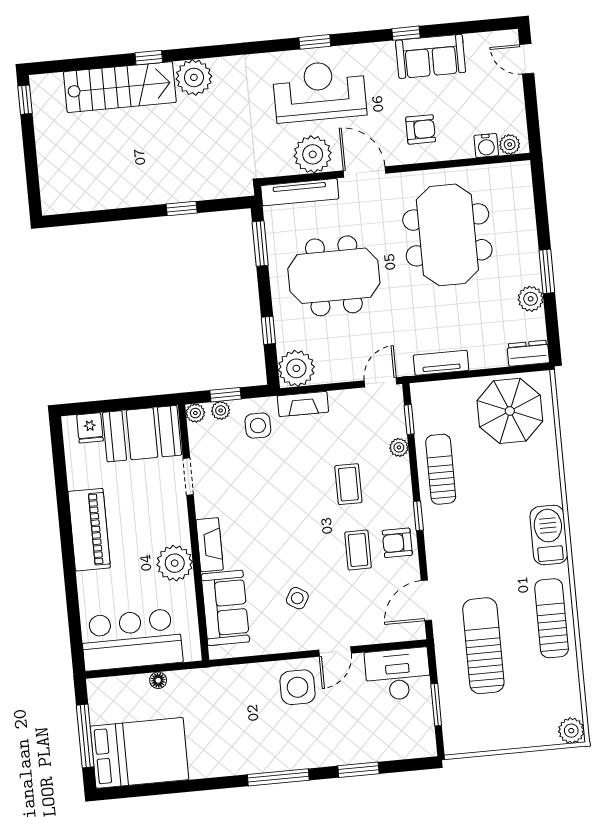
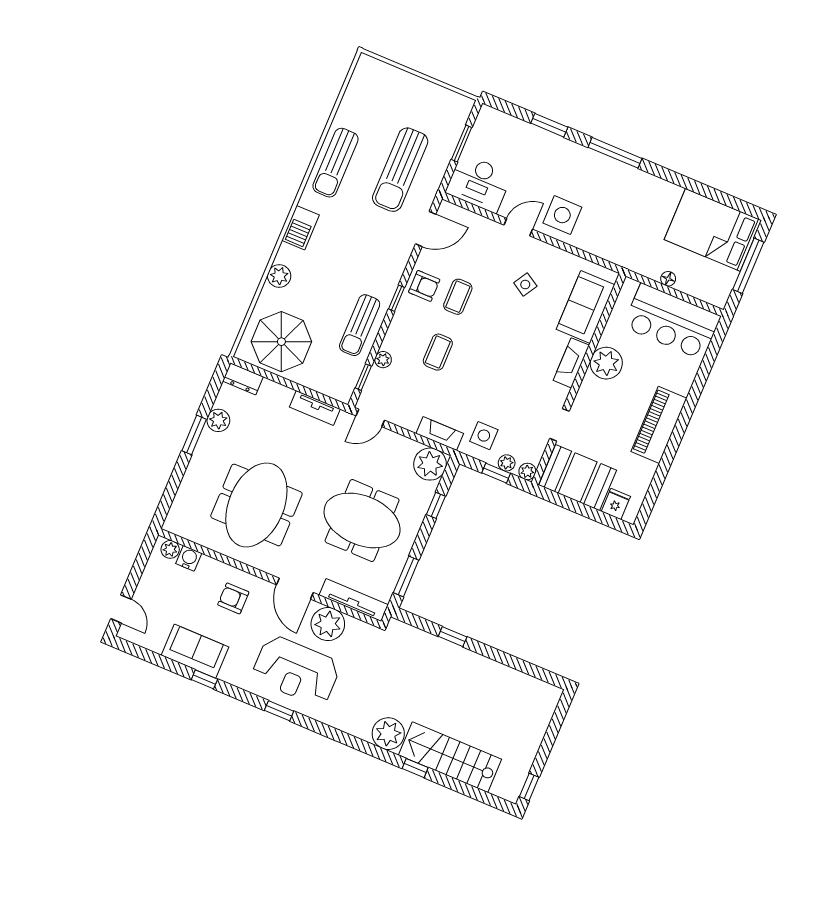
barbecue: (549, 535) -> (300, 228), width x0.73, depth x0.83
plant: (571, 731) -> (279, 276), moved

